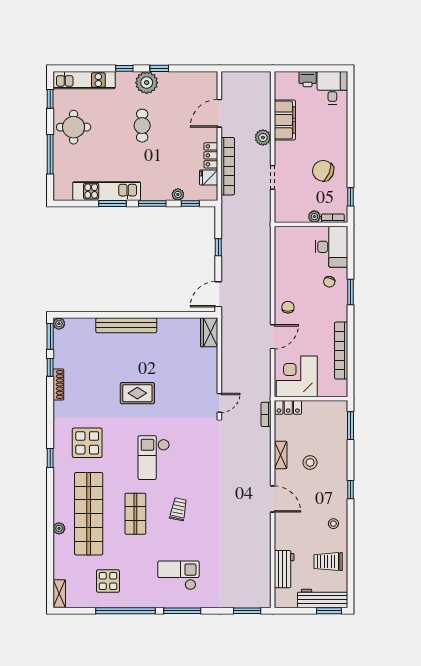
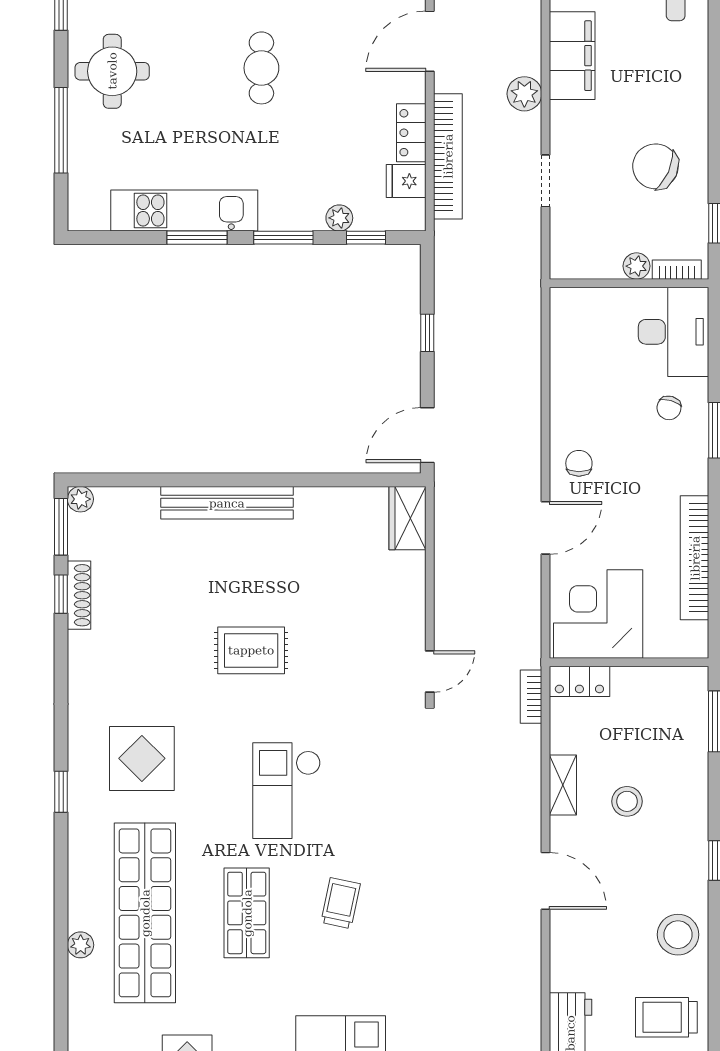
shoe rack: (58, 384) -> (79, 595), moved
stool: (333, 524) -> (678, 935), width x1.89, depth x1.89

